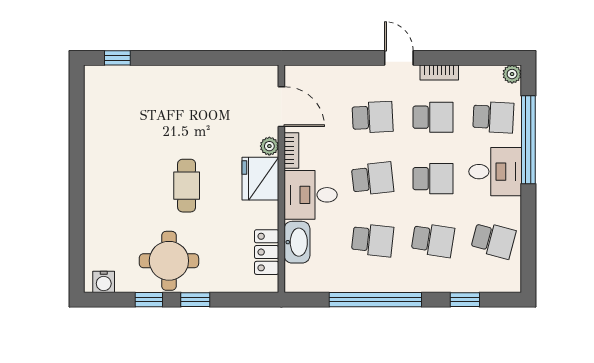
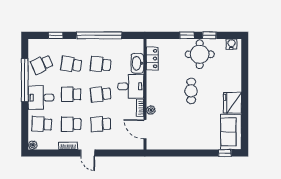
sofa: (105, 101) -> (231, 132), added
window: (528, 140) -> (25, 80), moved
fridge: (260, 179) -> (232, 103), moved, turned 180
school desk: (493, 240) -> (42, 64), turned -39

